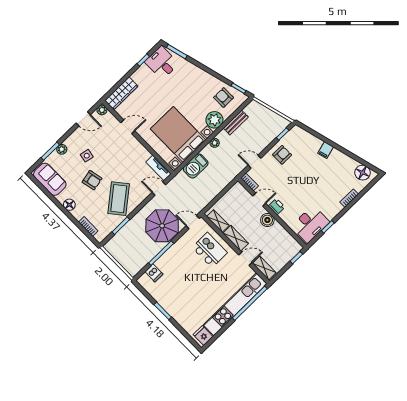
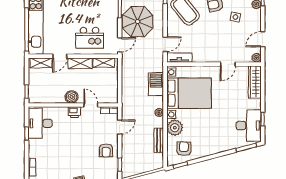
desk: (162, 63) -> (249, 126), width x1.37
armchair: (224, 97) -> (184, 149), turned -90
door: (259, 200) -> (91, 105), swing flipped

